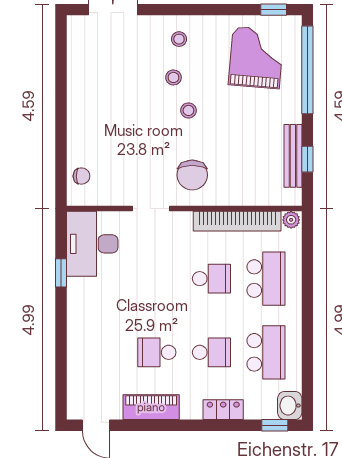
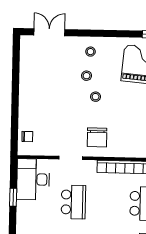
school desk: (211, 279) -> (73, 202), moved, width x1.85

